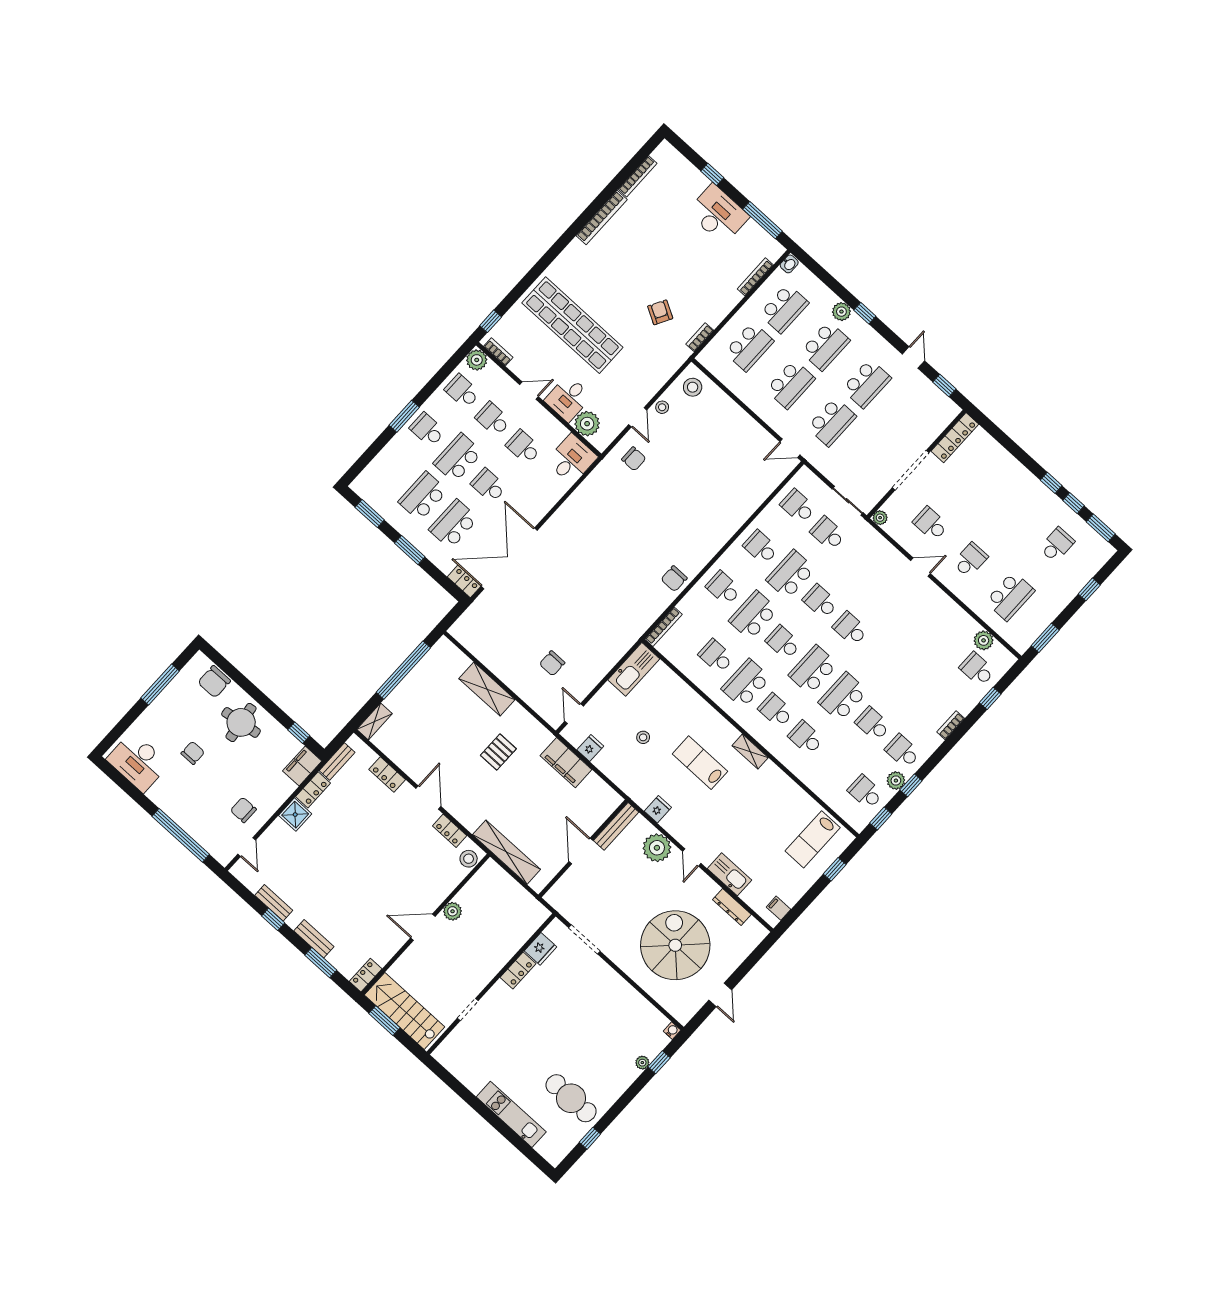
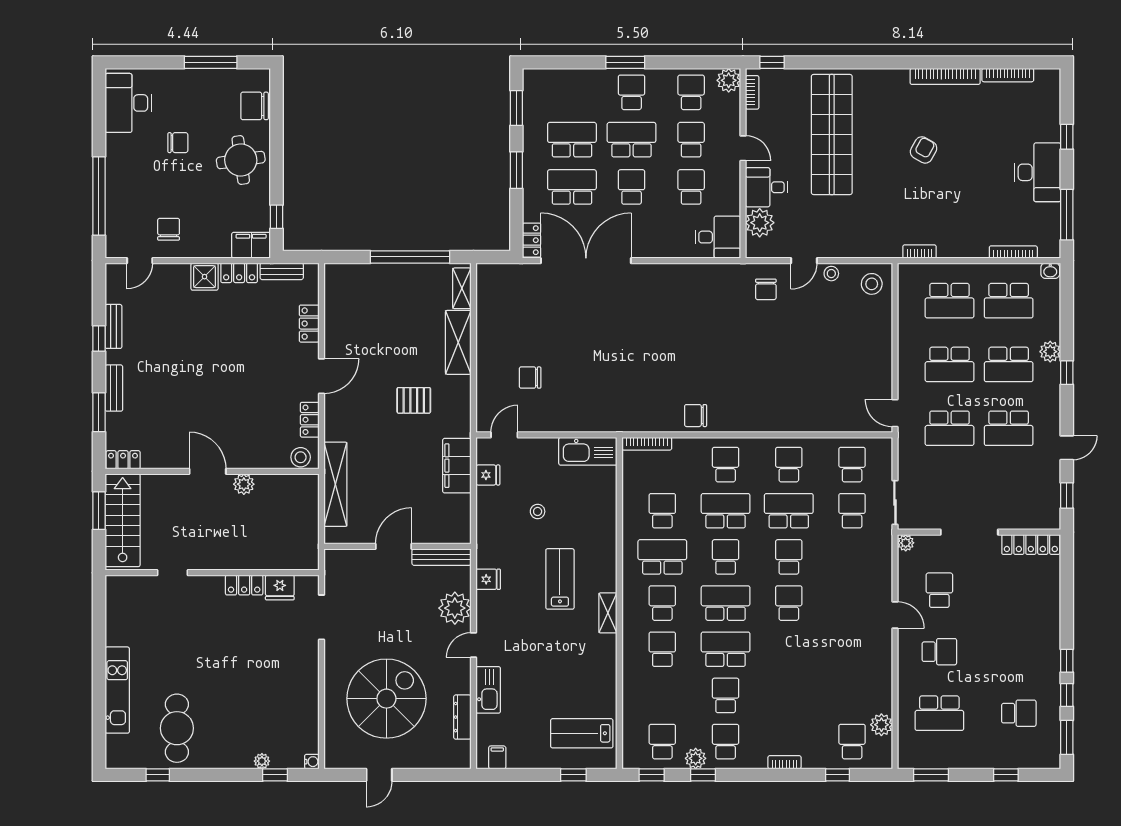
armchair: (660, 312) -> (924, 150), moved
shelving: (375, 722) -> (462, 288), moved, turned 90

